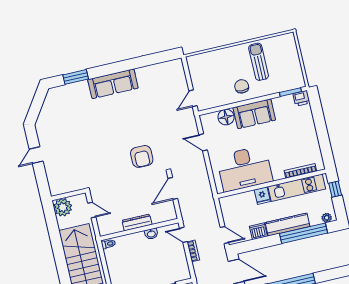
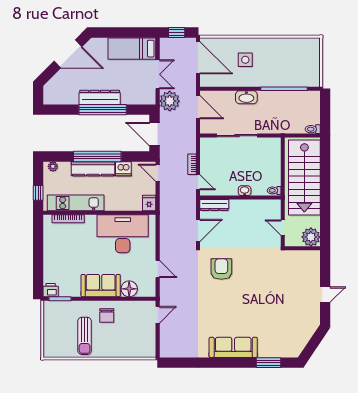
fridge: (262, 196) -> (149, 203), moved
dresser: (137, 222) -> (214, 205), moved
window: (303, 233) -> (97, 156), moved
washbasin: (151, 234) -> (245, 191), moved

